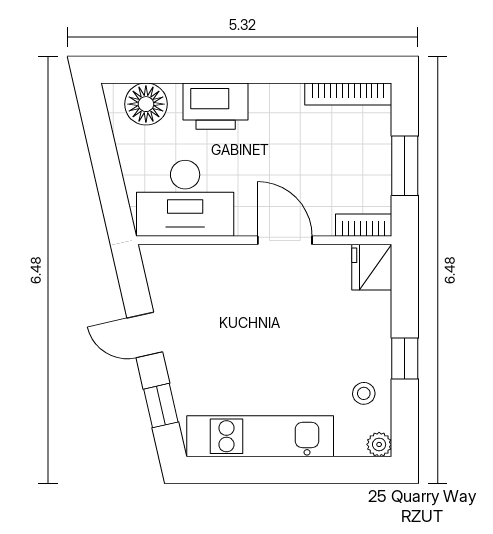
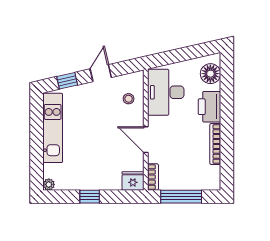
bookcase: (348, 94) -> (215, 144), moved
window: (405, 166) -> (181, 197), width x1.44
door: (285, 240) -> (146, 140), swing flipped
stool: (364, 393) -> (129, 99), moved

